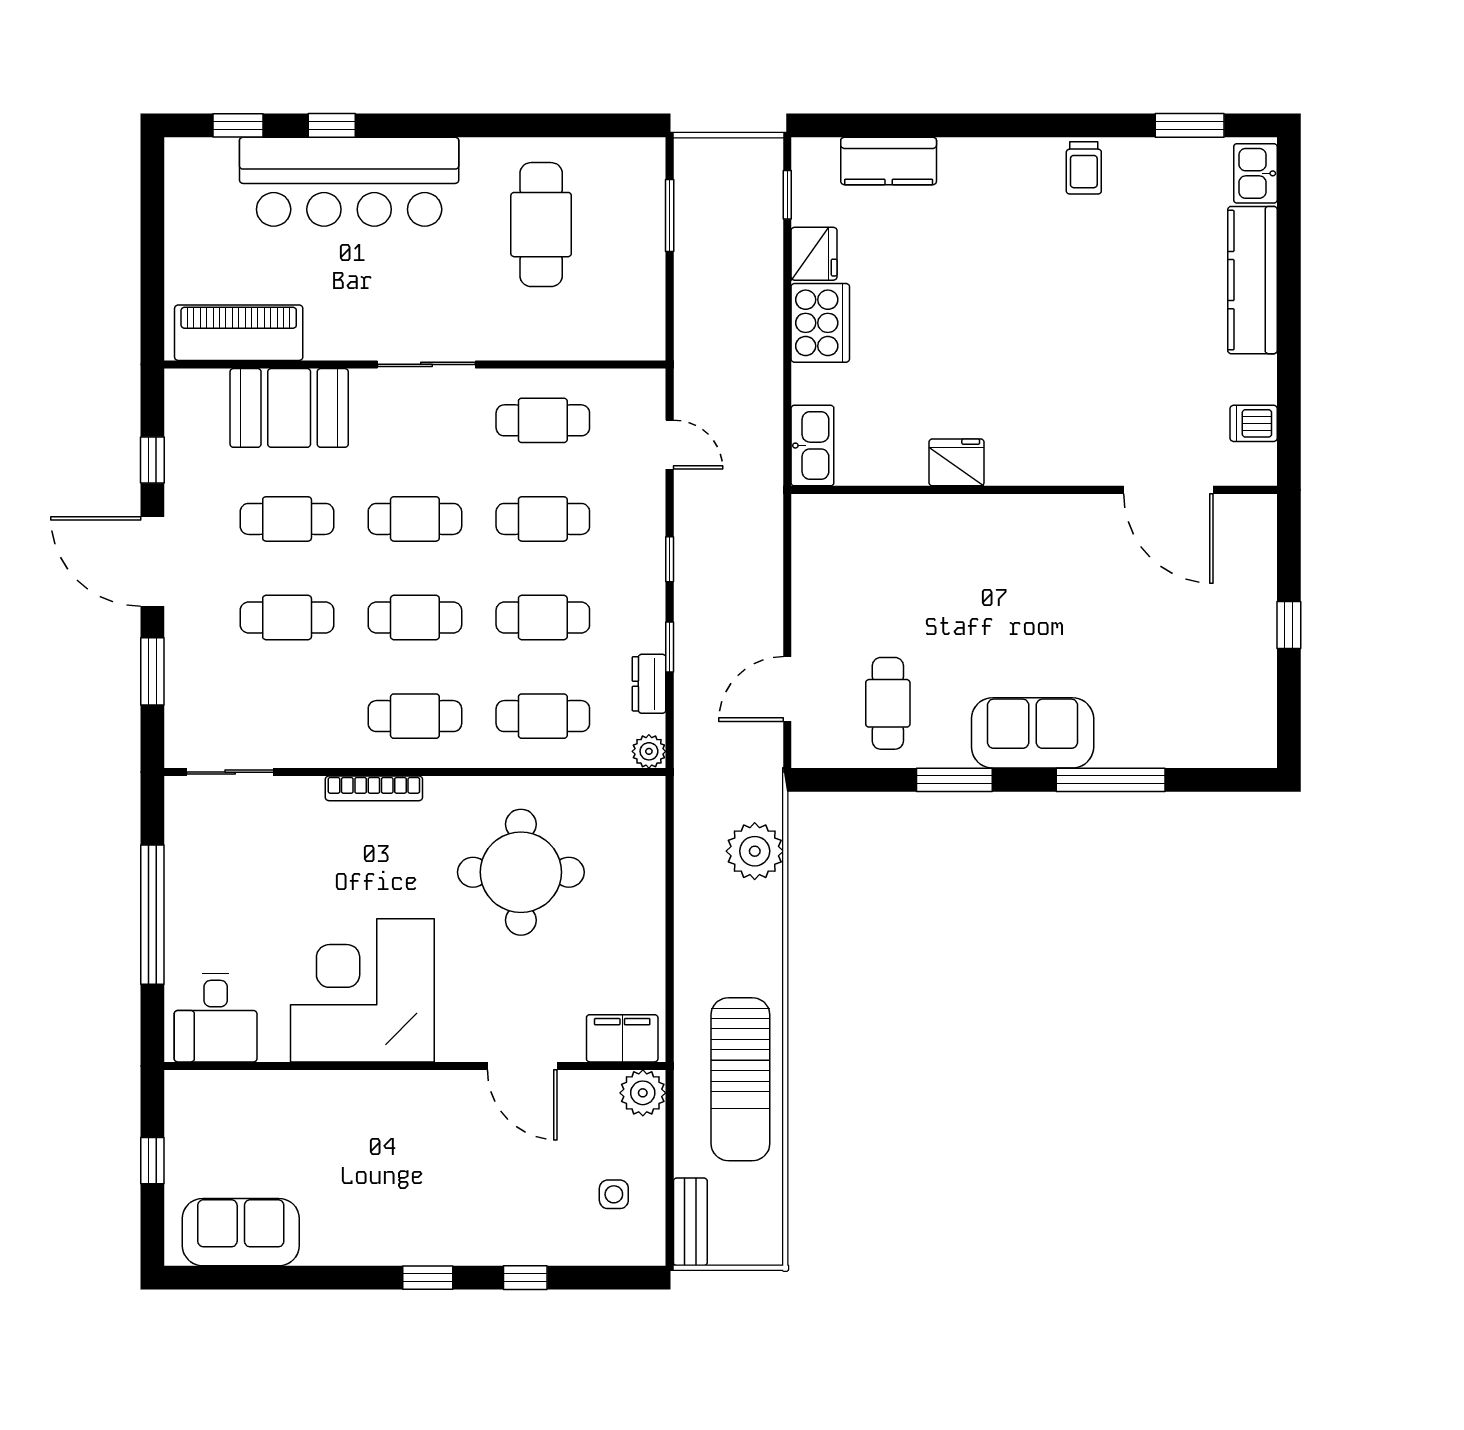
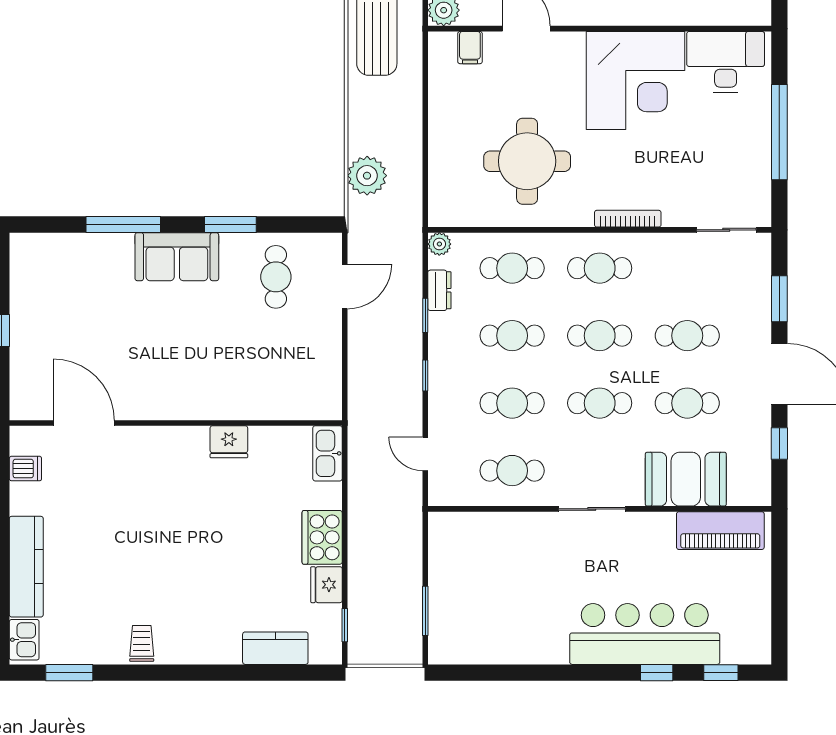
cafe table: (541, 225) -> (513, 605), removed
desk: (216, 1018) -> (726, 62), width x1.37
filing cabinet: (622, 1038) -> (470, 48), width x0.50

